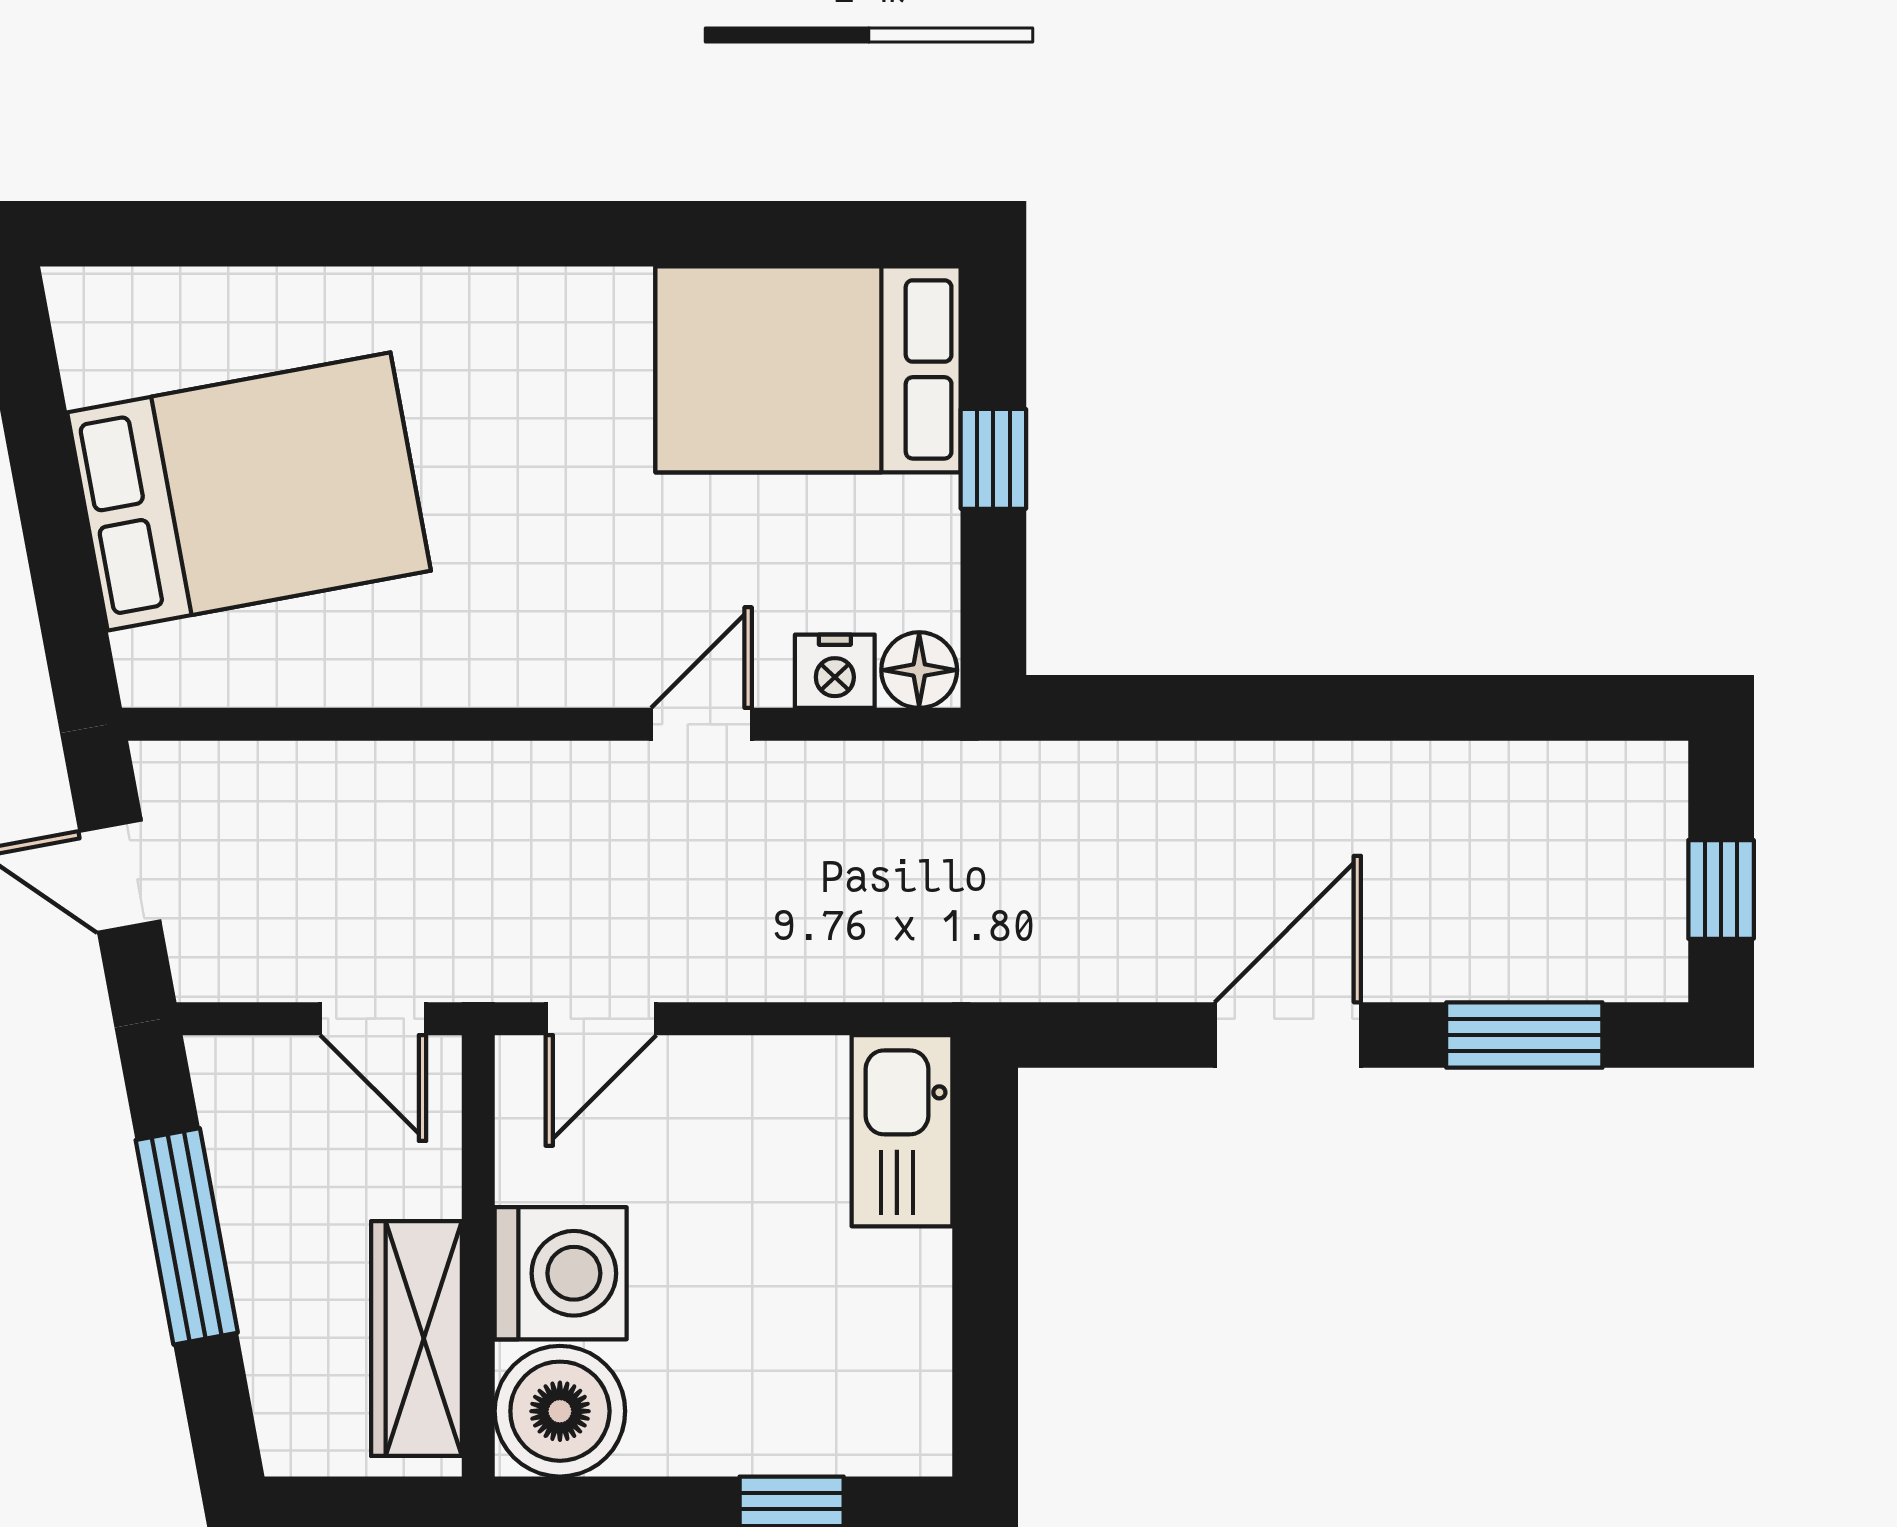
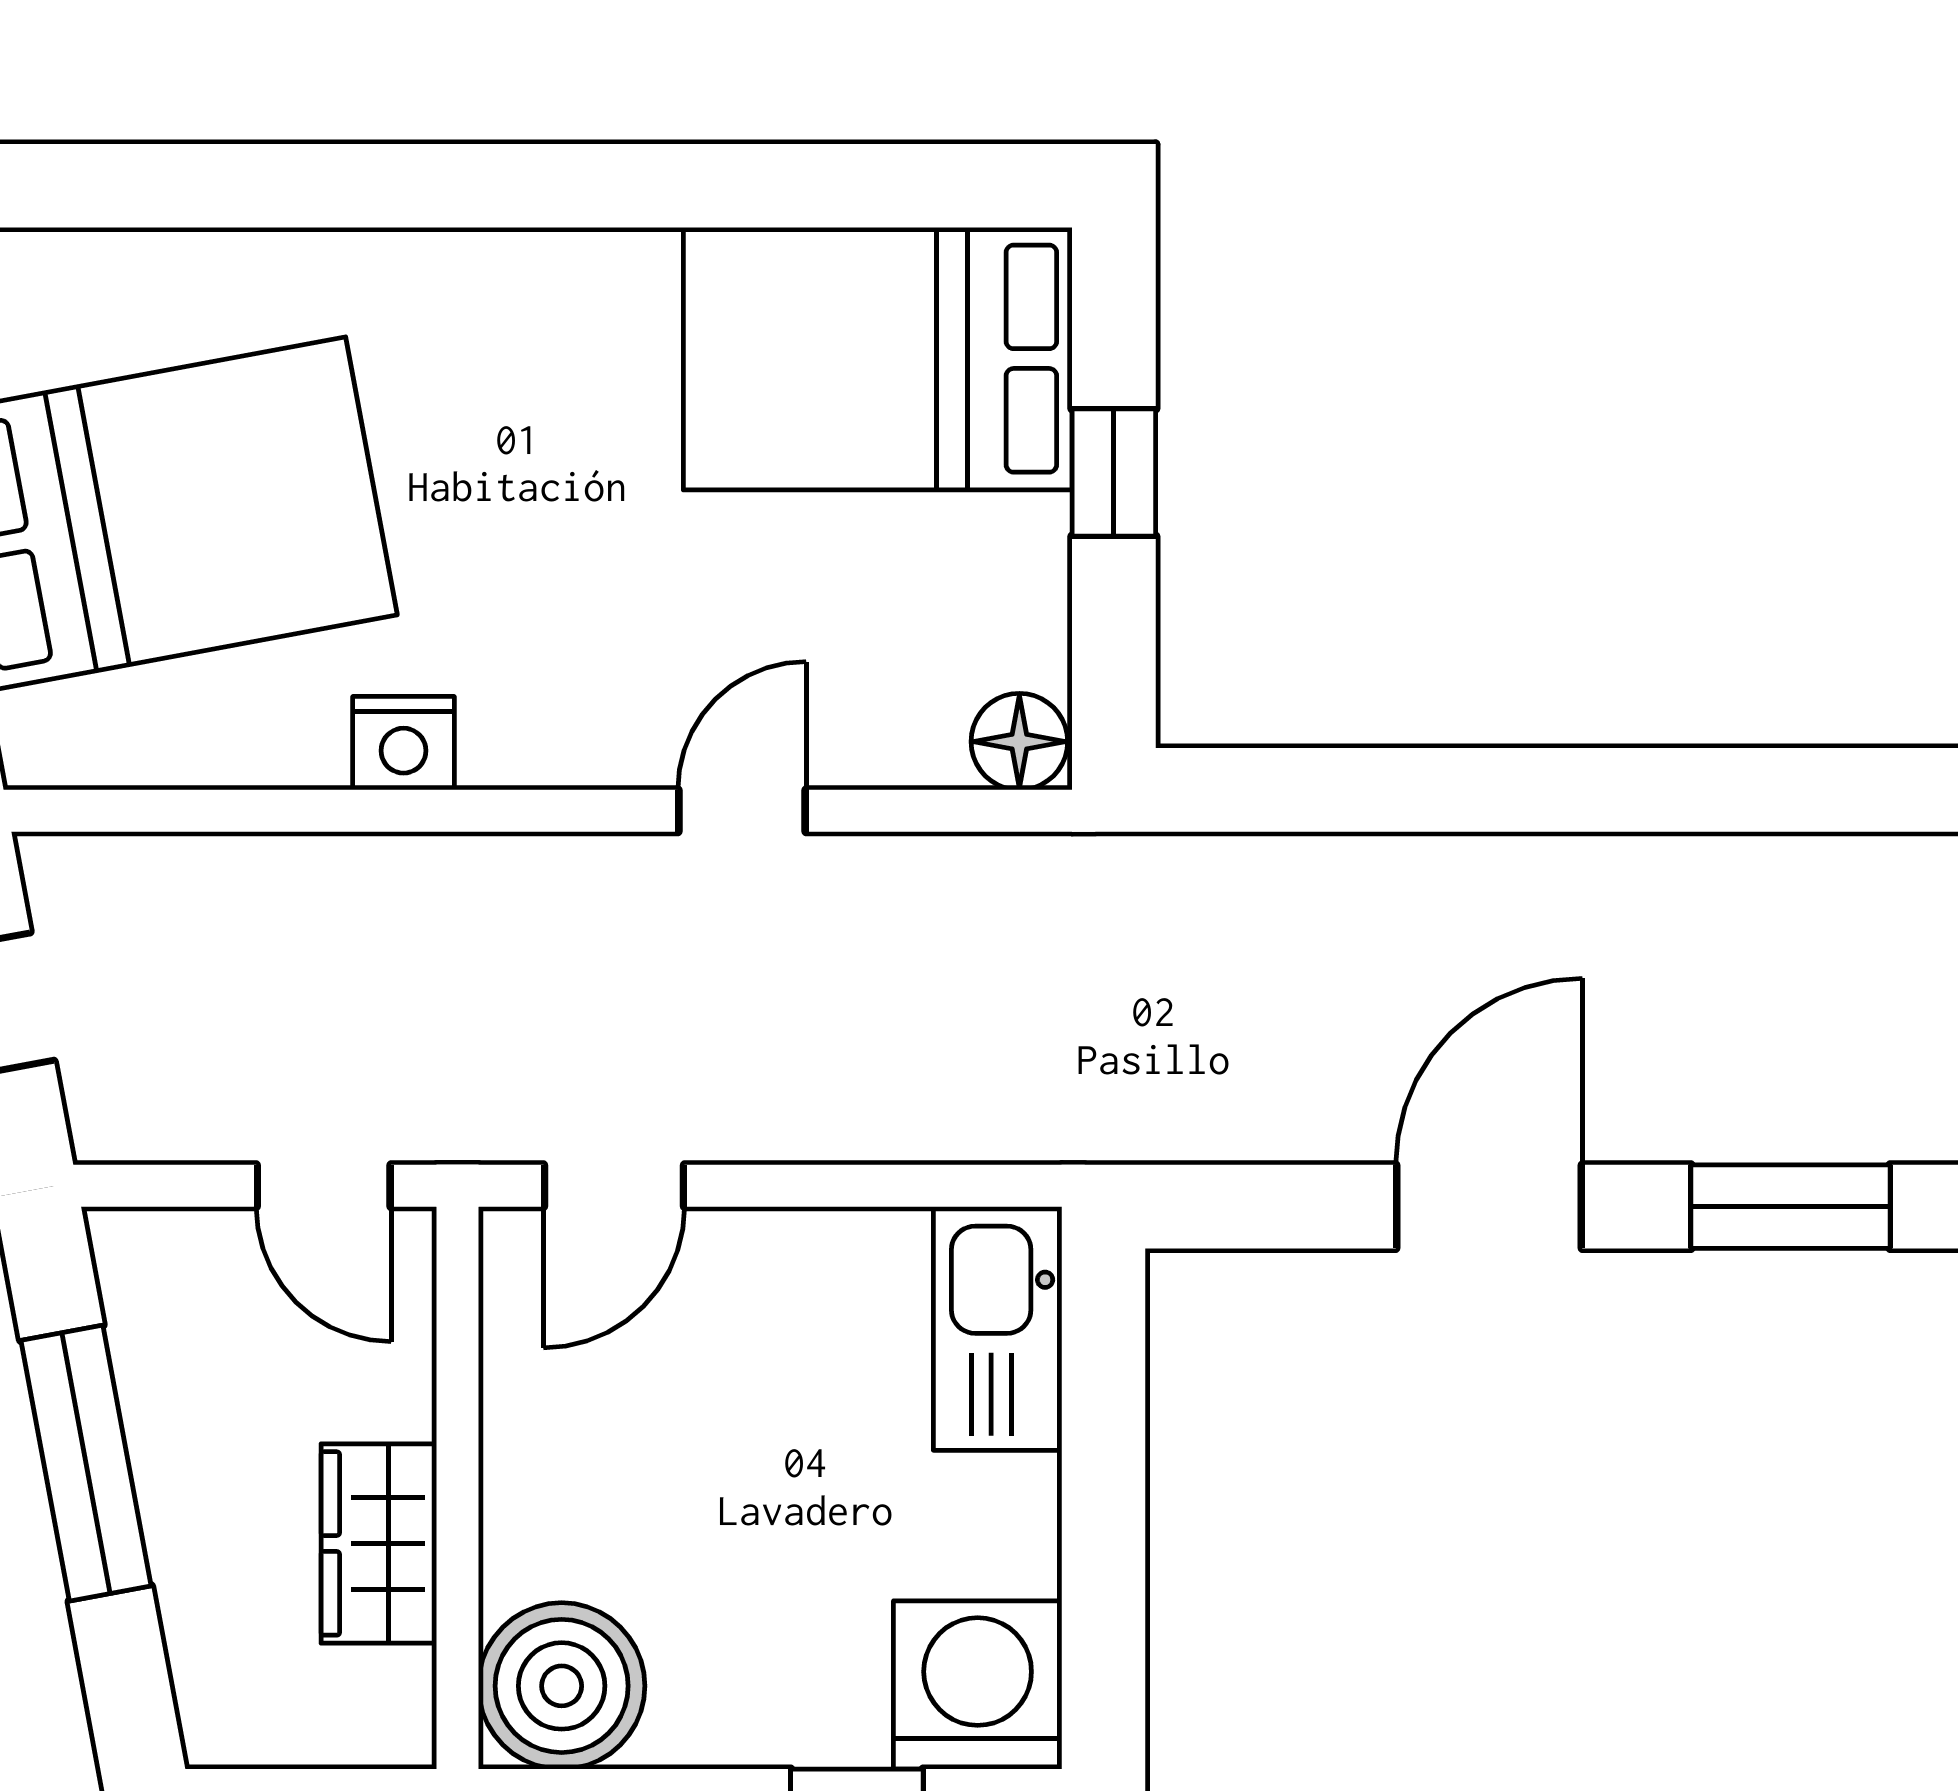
nightstand: (835, 671) -> (403, 743), moved
washing machine: (561, 1273) -> (978, 1685), moved, turned -90
wardrobe: (416, 1339) -> (379, 1543), width x0.67

